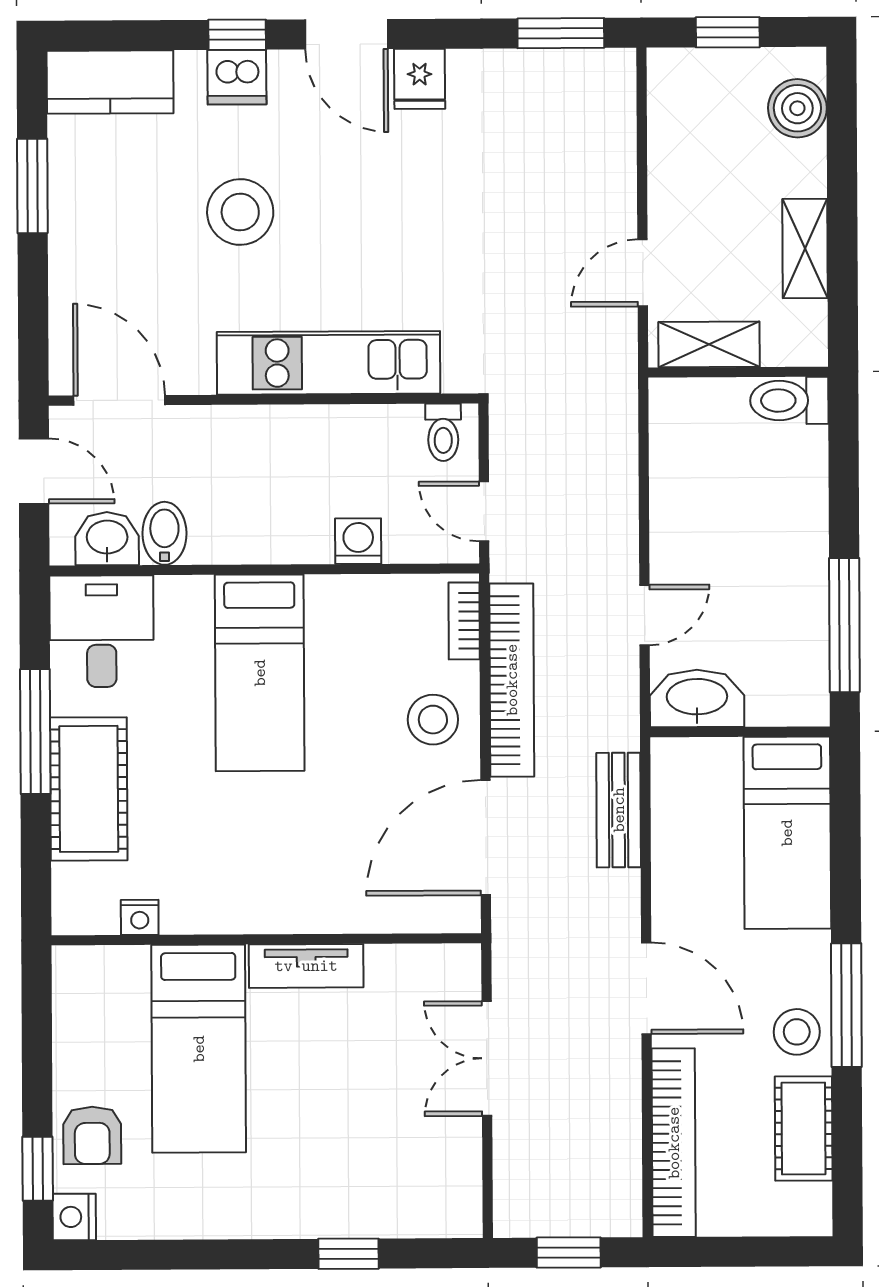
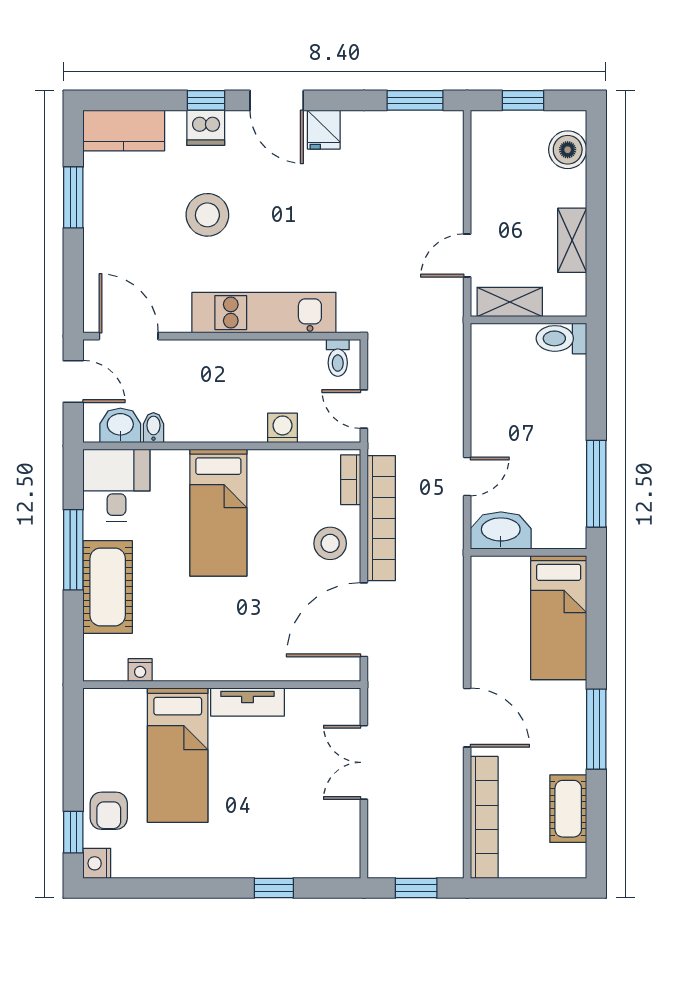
bidet: (164, 533) -> (153, 428), width x0.72, depth x0.74
bench: (619, 810) -> (450, 602), removed
stool: (797, 1032) -> (564, 746), removed

